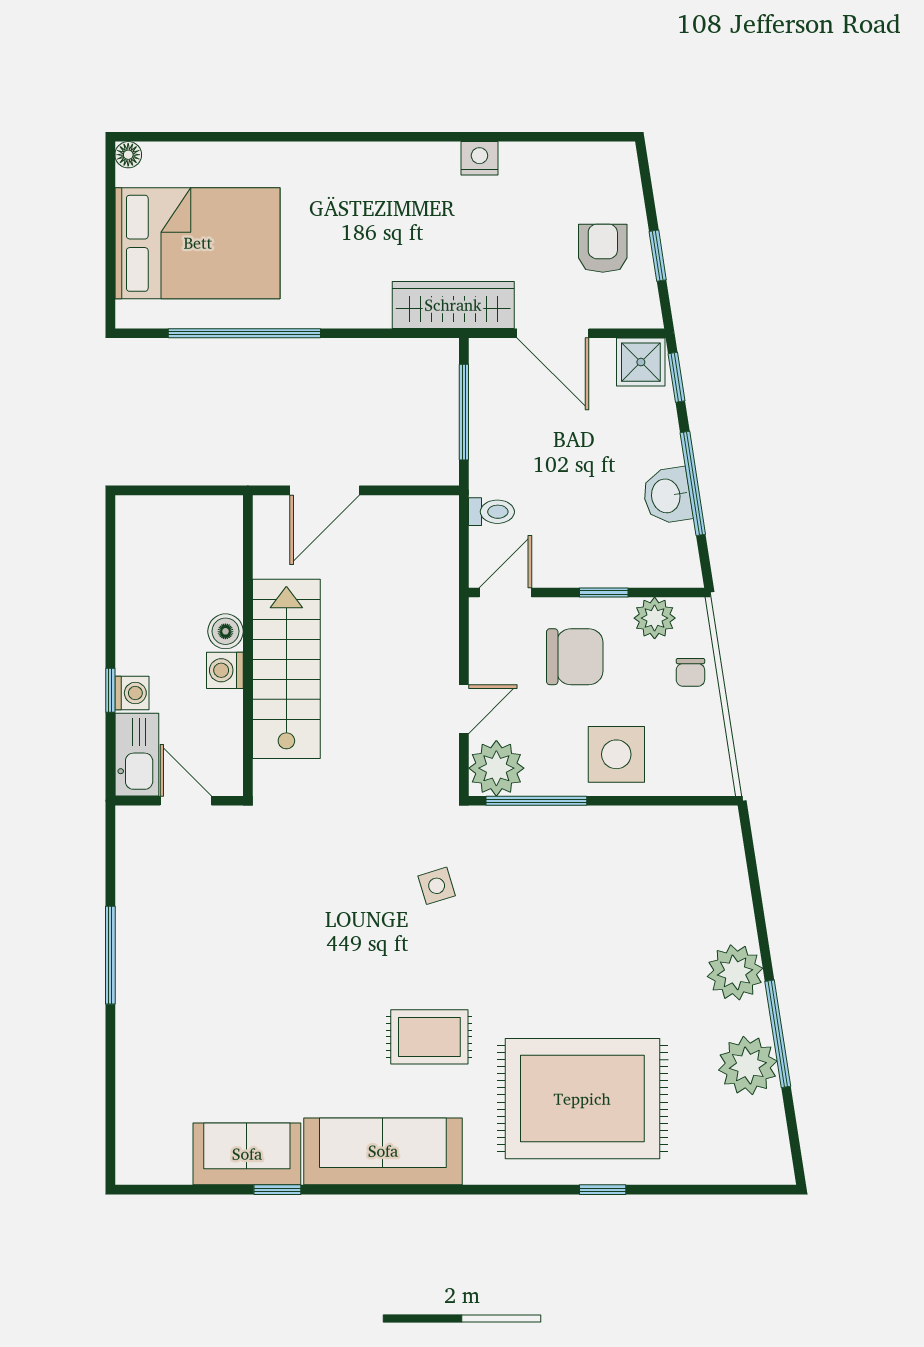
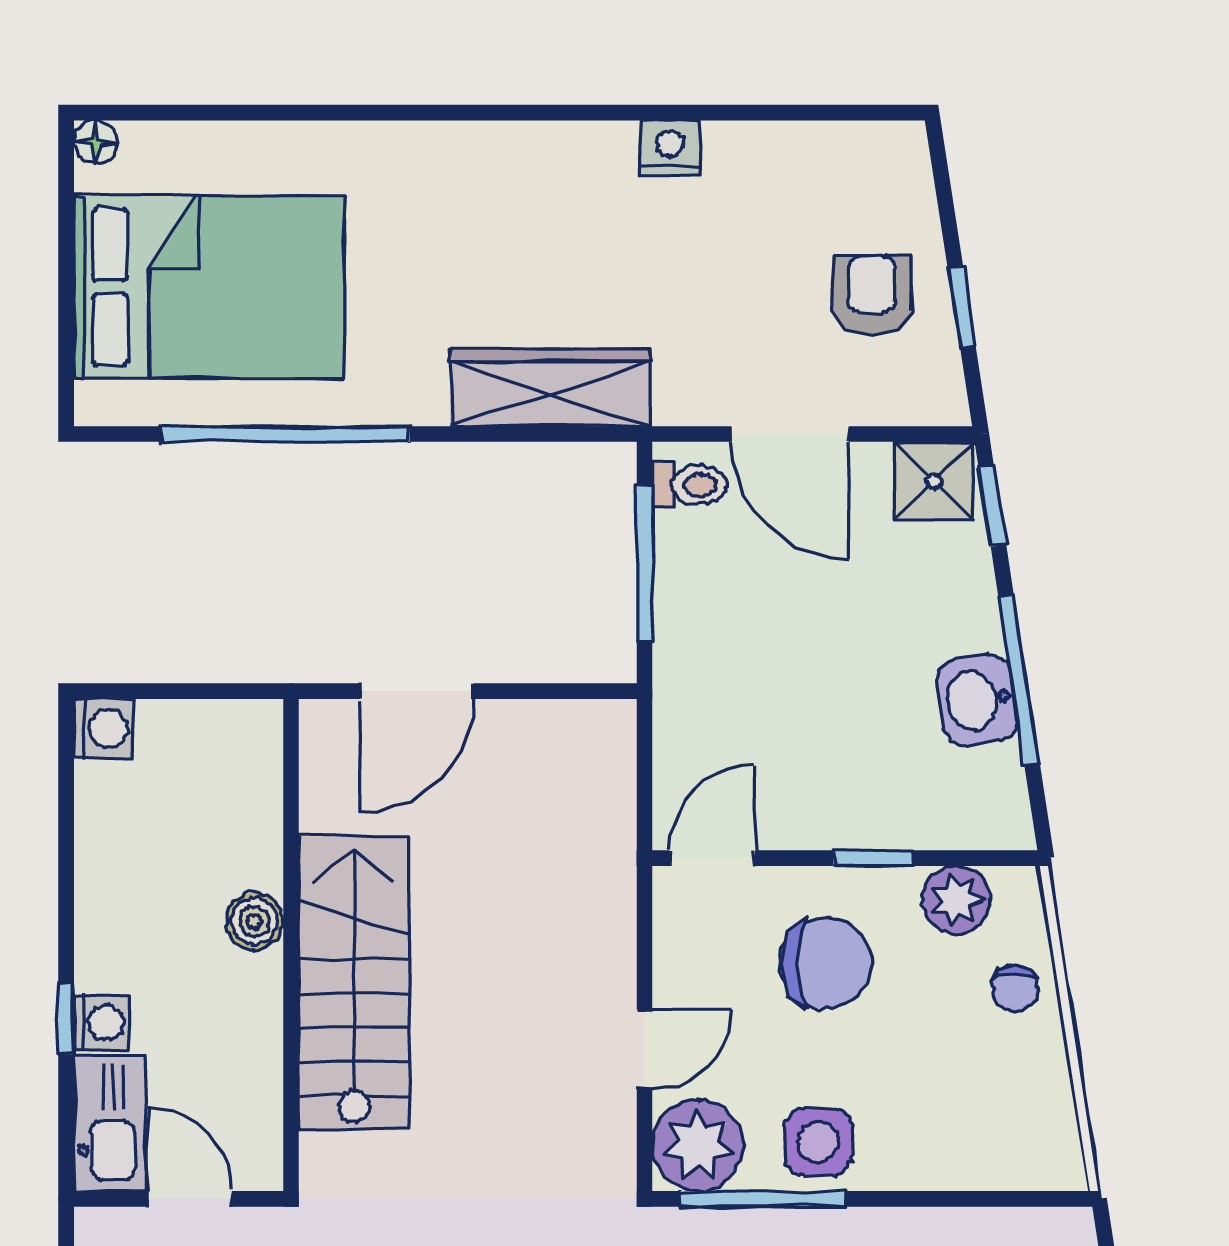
wardrobe: (453, 305) -> (550, 388), moved
toilet: (491, 512) -> (690, 485), moved
washing machine: (225, 670) -> (104, 729), moved, turned 180
side table: (616, 754) -> (818, 1142), moved, width x0.73, depth x0.73

